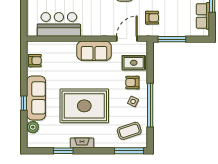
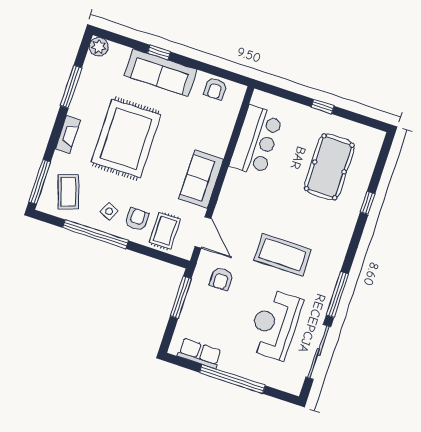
plant: (33, 127) -> (99, 47), moved
fireplace: (82, 143) -> (68, 134), moved
window: (63, 151) -> (71, 87), width x1.44

